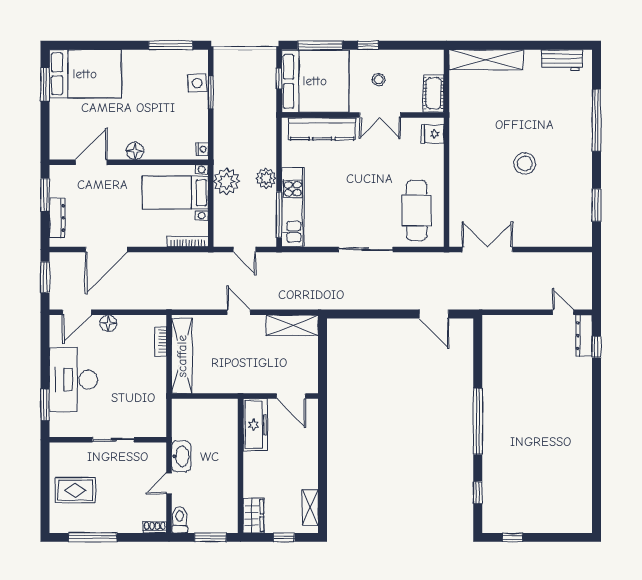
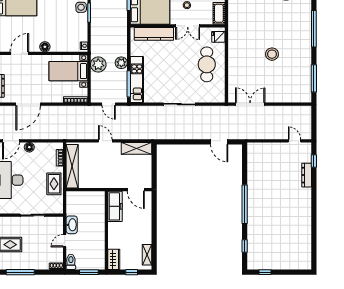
window: (597, 205) -> (314, 78), width x1.44
cafe table: (417, 210) -> (207, 64), moved
dresser: (584, 336) -> (307, 175), moved
rug: (151, 386) -> (54, 184), added

